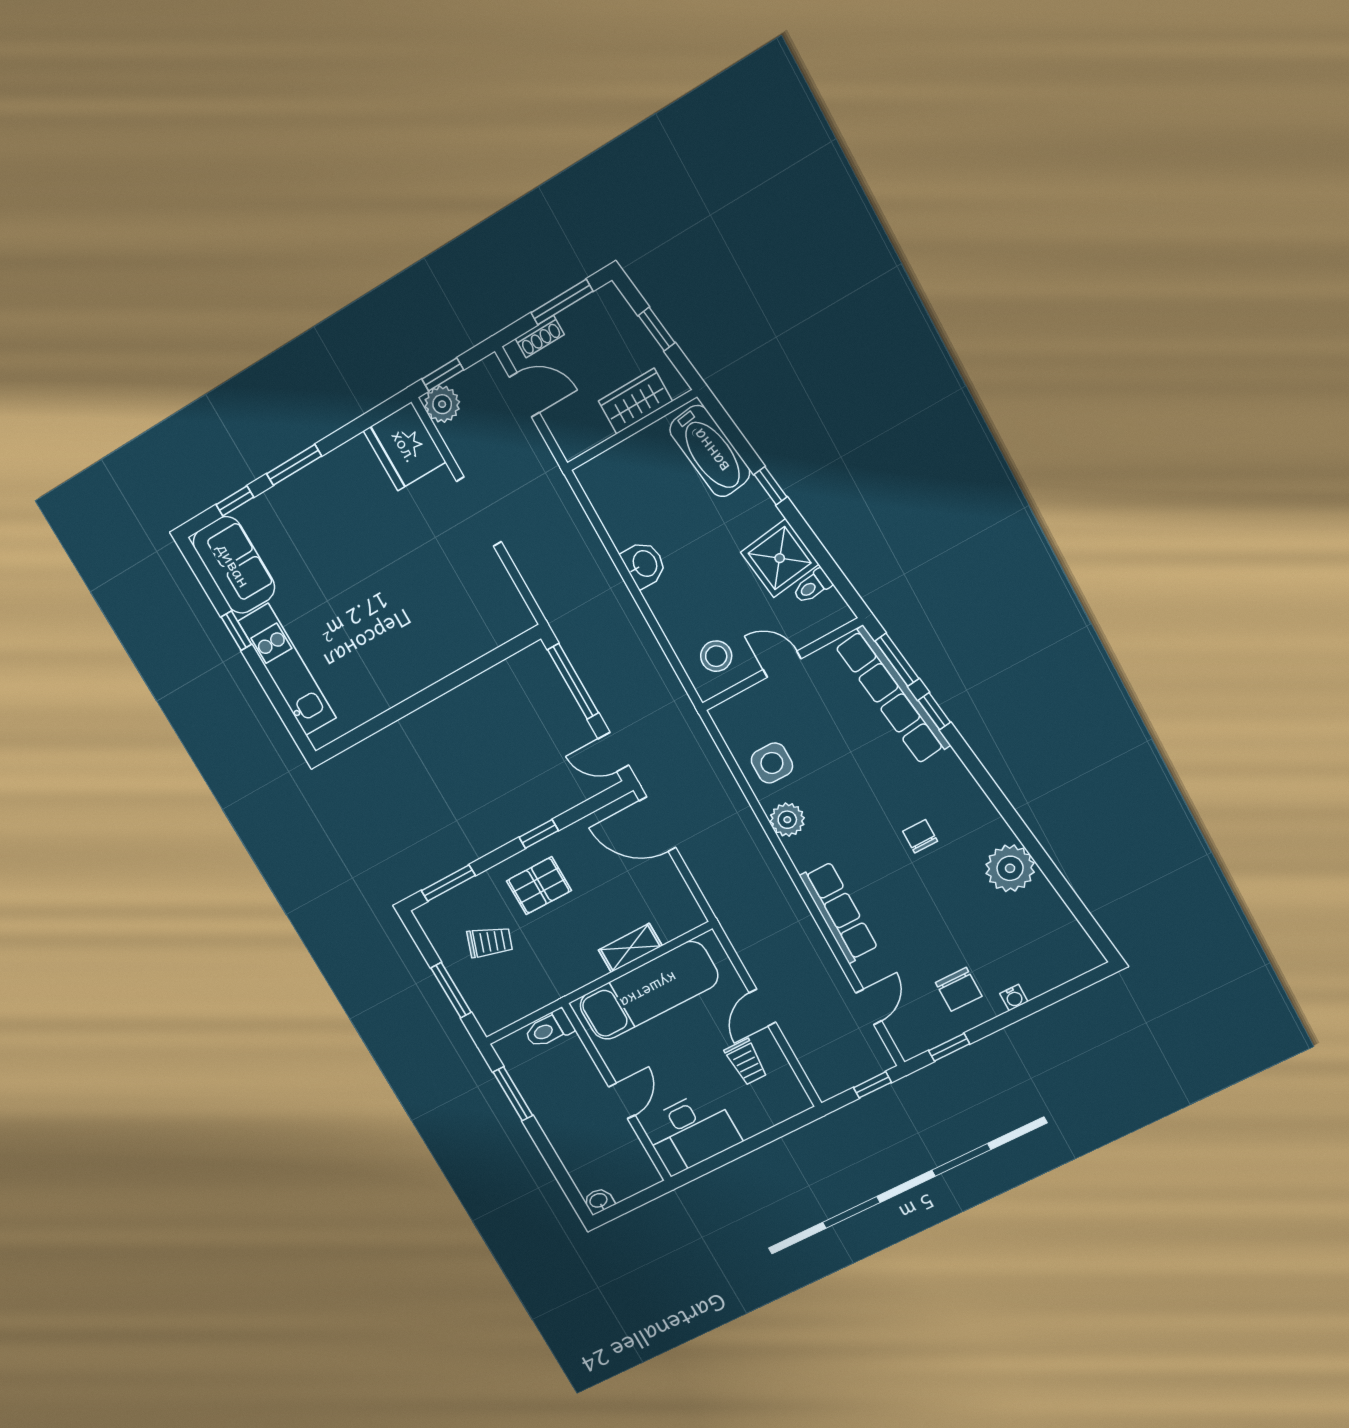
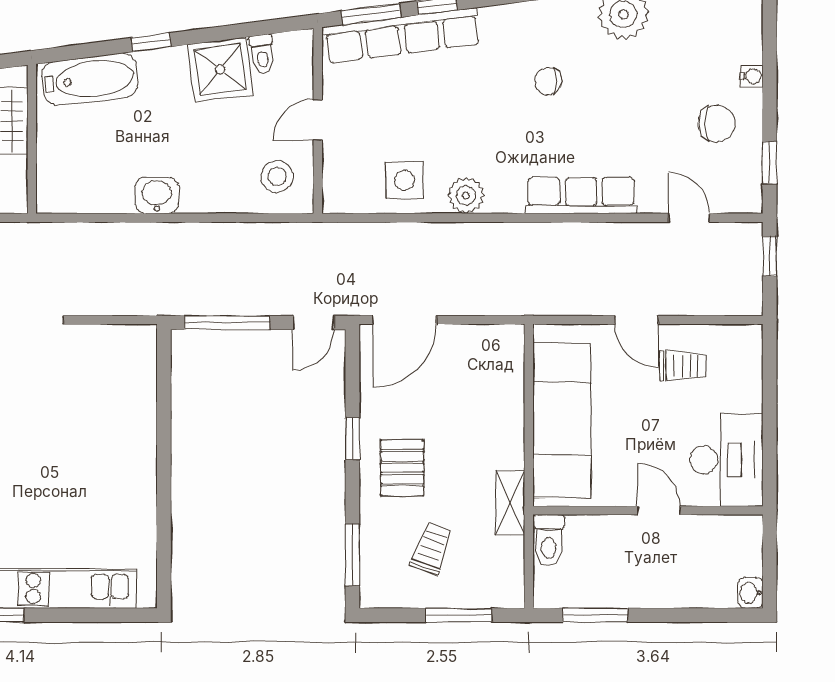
shelving: (630, 948) -> (510, 503), moved

